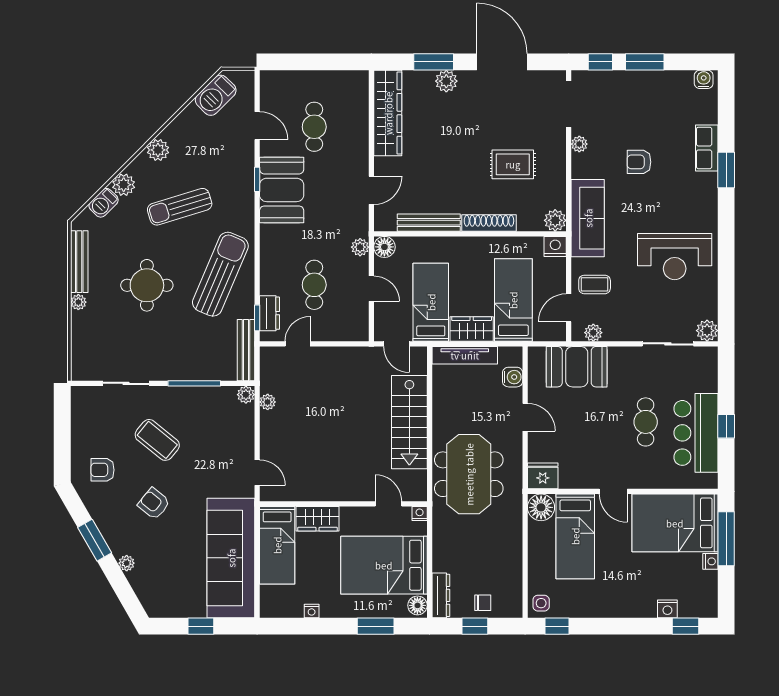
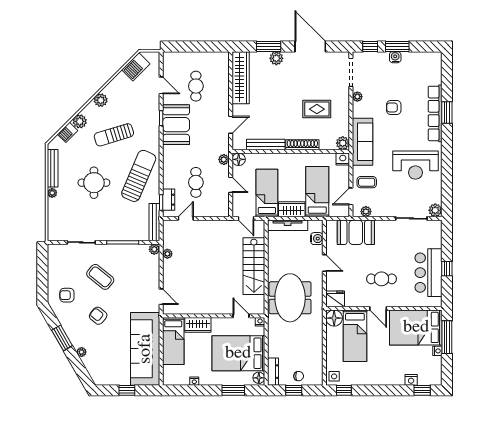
water cooler: (704, 79) -> (395, 57), moved
row of seats: (707, 148) -> (435, 113), width x2.02
cafe table: (646, 422) -> (382, 279), moved, turned 90

